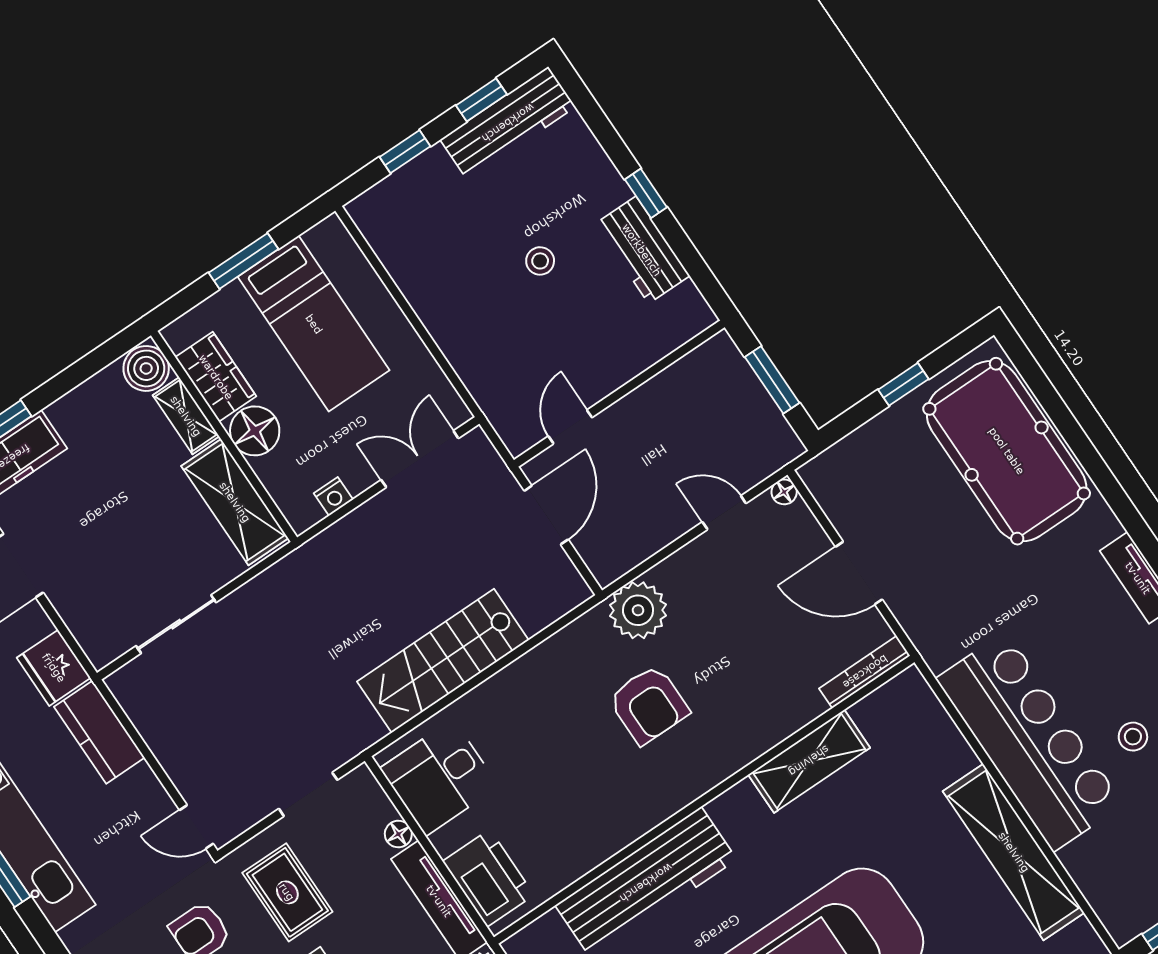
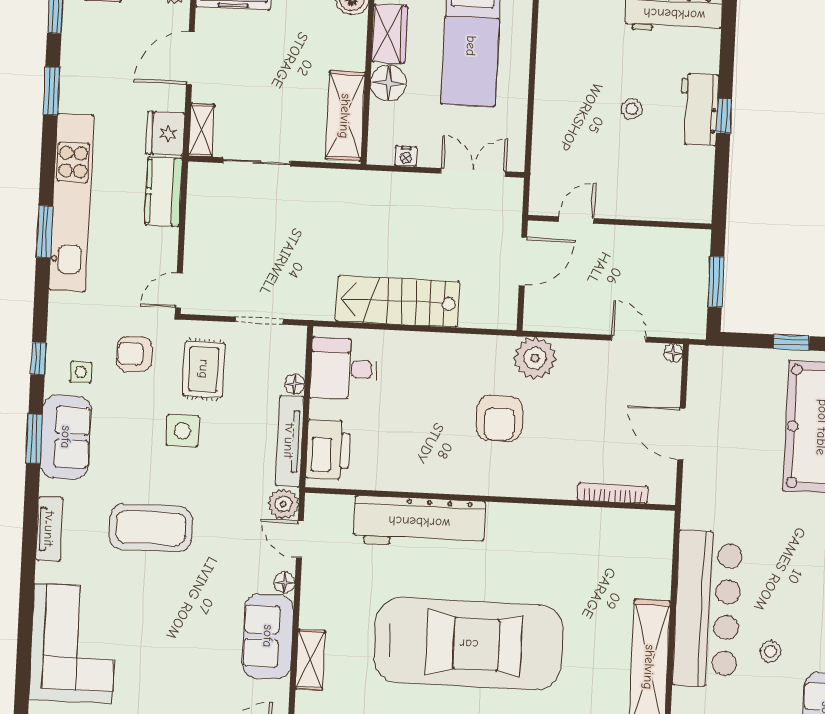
workbench: (642, 250) -> (699, 109), moved
shelving: (186, 416) -> (201, 130), moved
bookcase: (865, 672) -> (613, 493), moved
shelving: (809, 761) -> (569, 523), removed
door: (196, 827) -> (179, 290), hinge flipped

